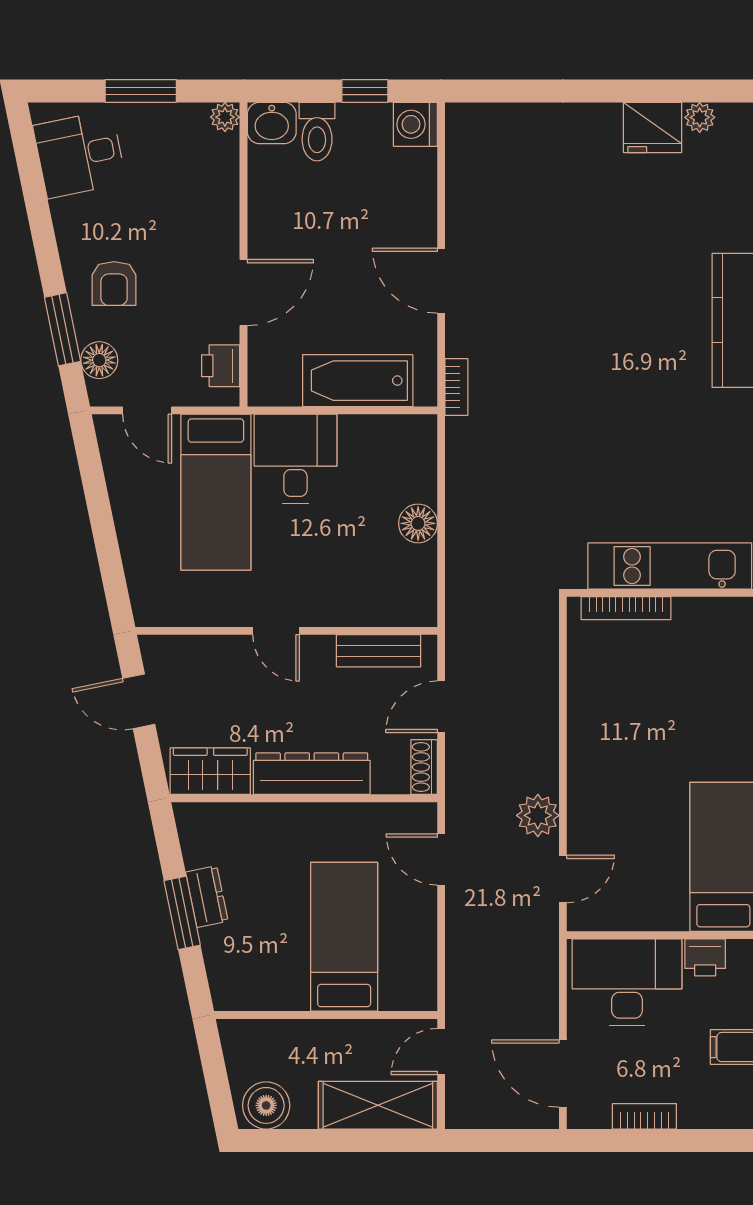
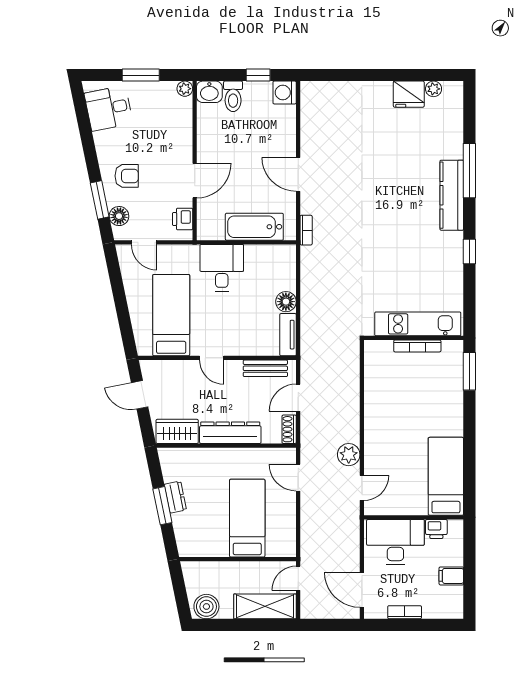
armchair: (114, 284) -> (127, 176), turned -90
bed: (216, 492) -> (171, 315), moved, turned 180
tv unit: (422, 586) -> (288, 335), added
bookcase: (626, 608) -> (417, 346), moved

